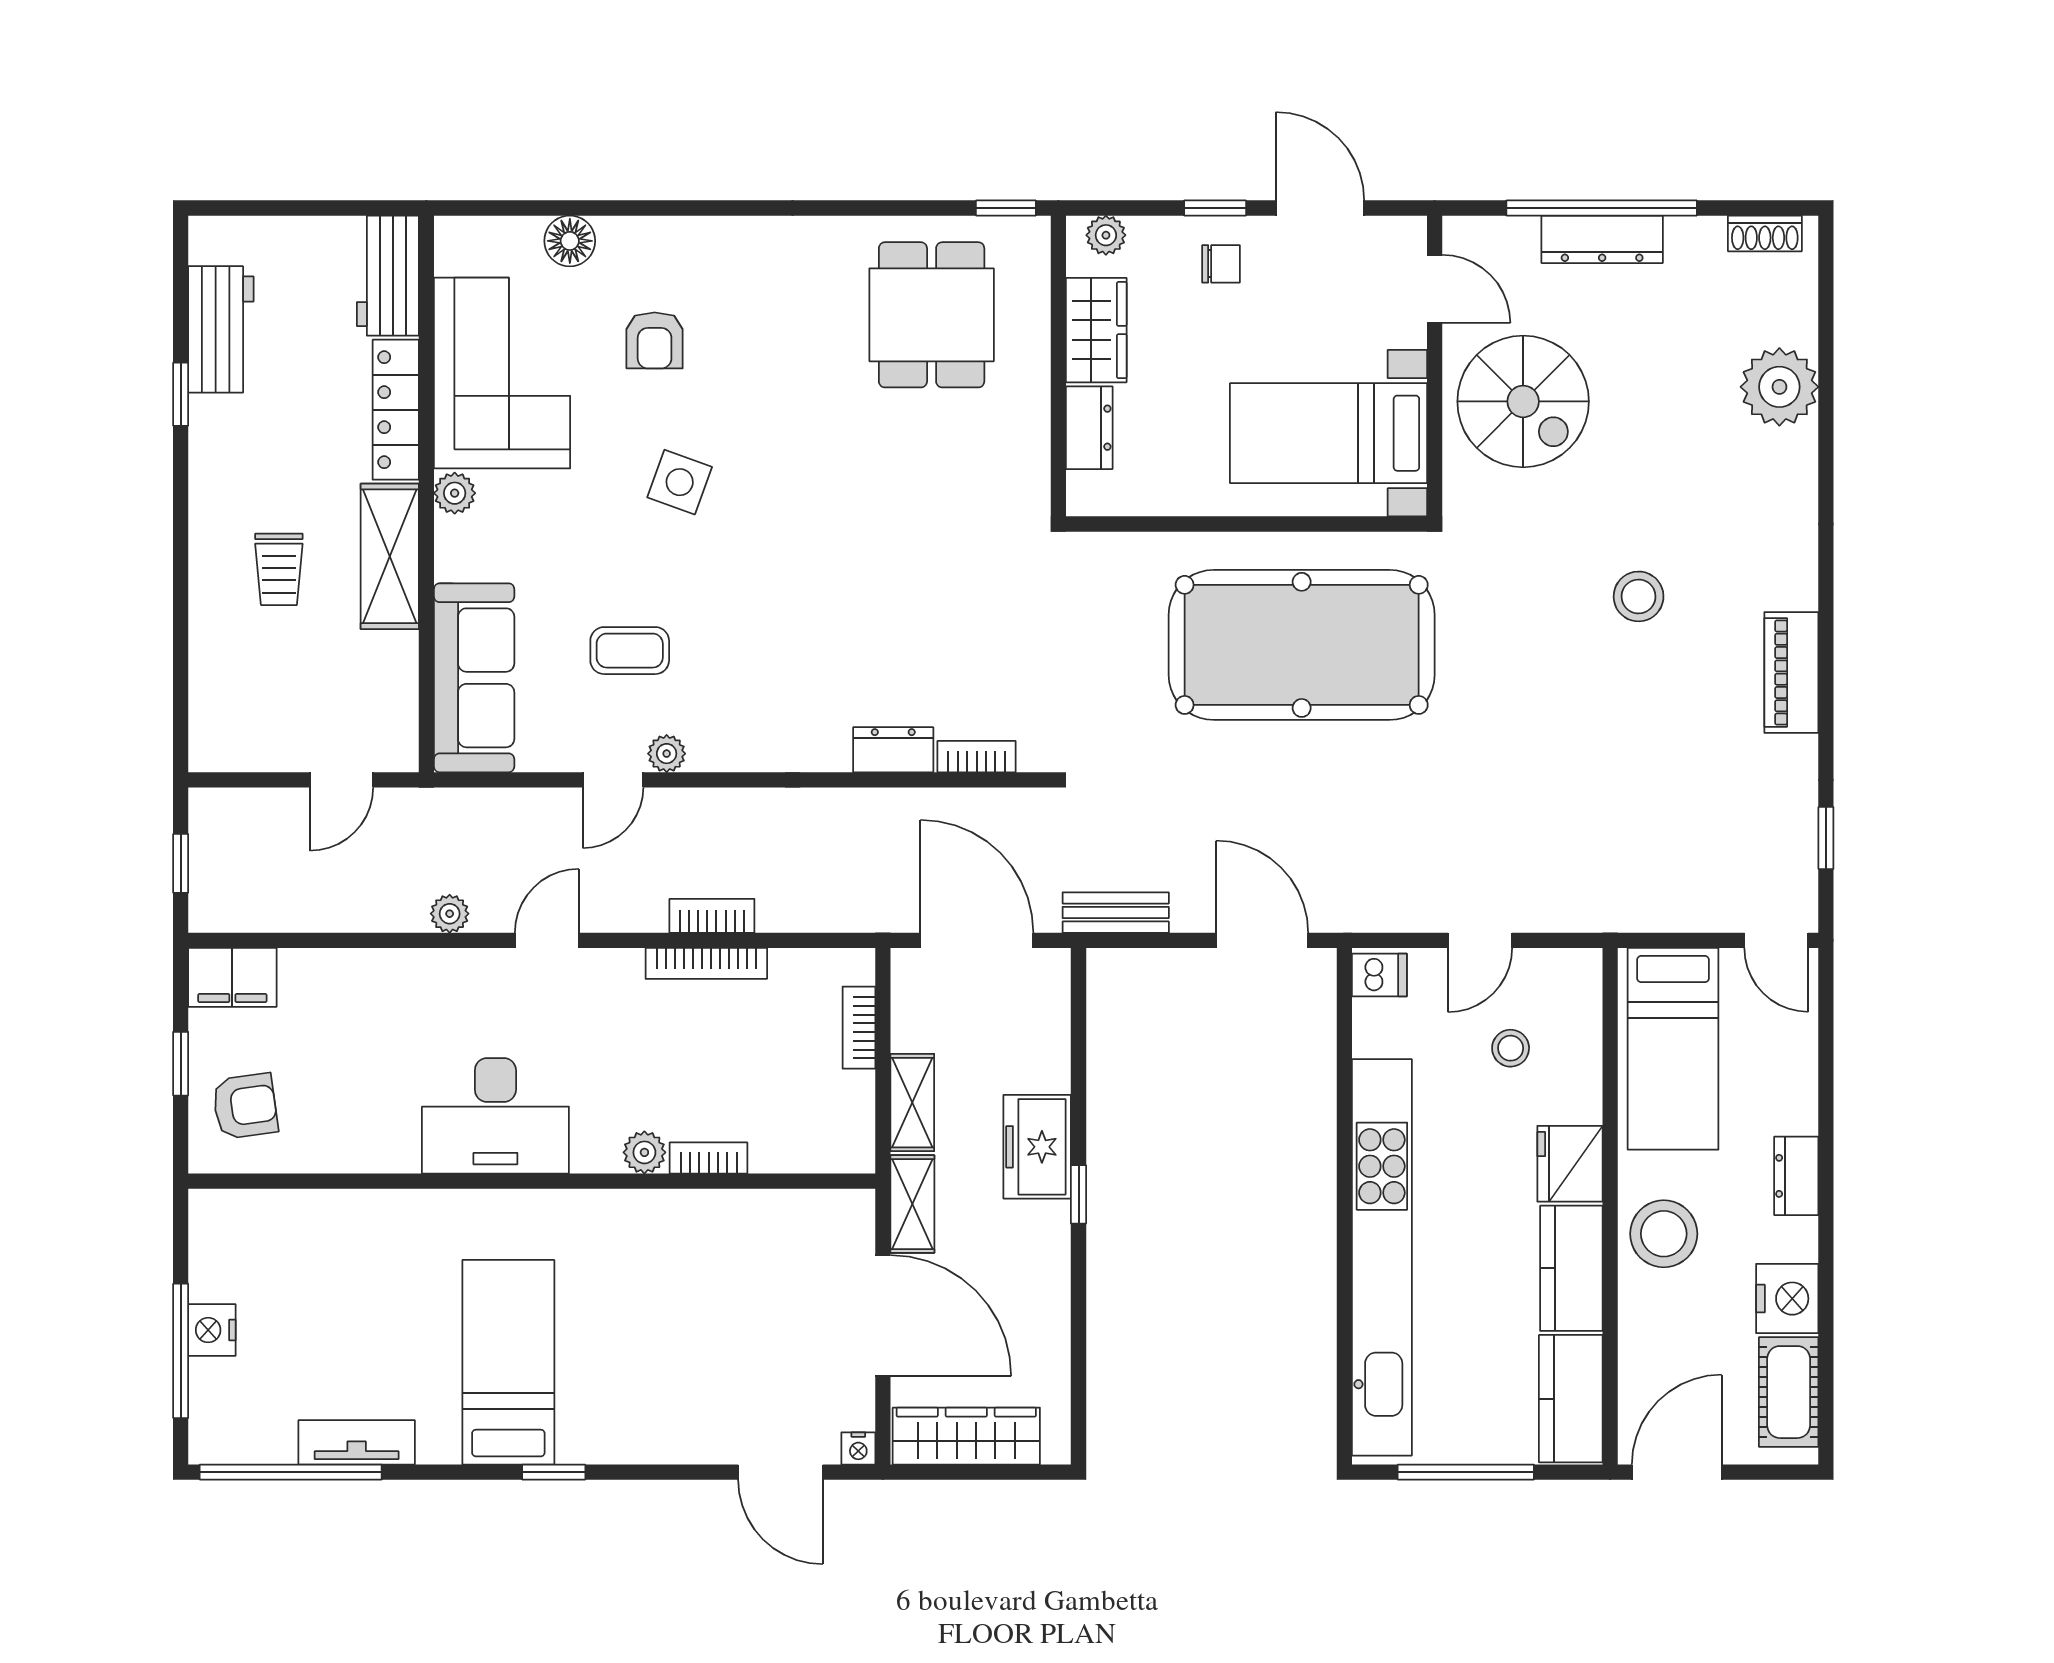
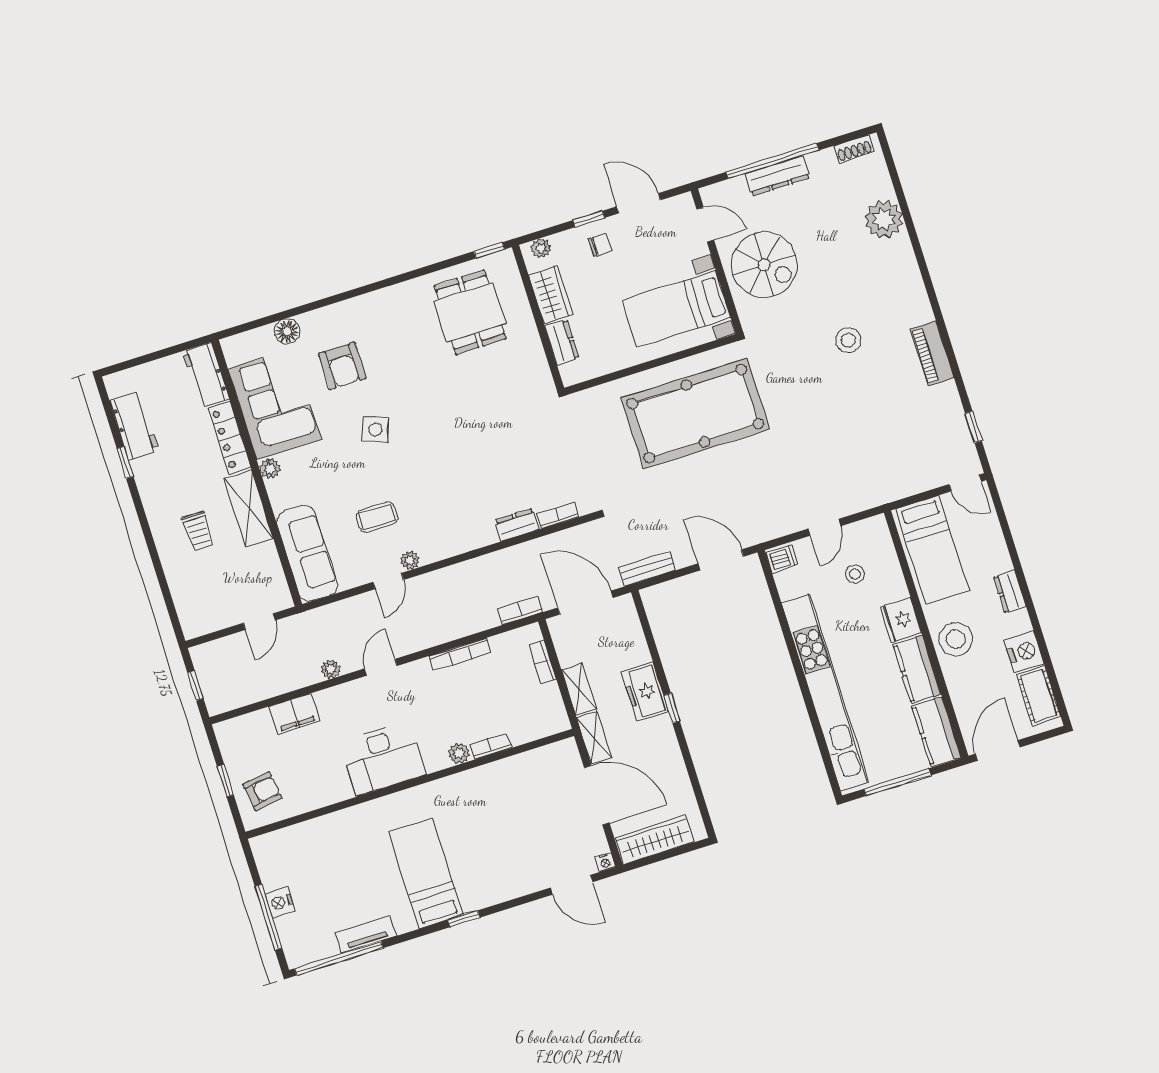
armchair: (655, 340) -> (342, 366), width x1.38, depth x1.38
bookcase: (712, 916) -> (520, 611), moved
filing cabinet: (232, 977) -> (295, 714), moved

